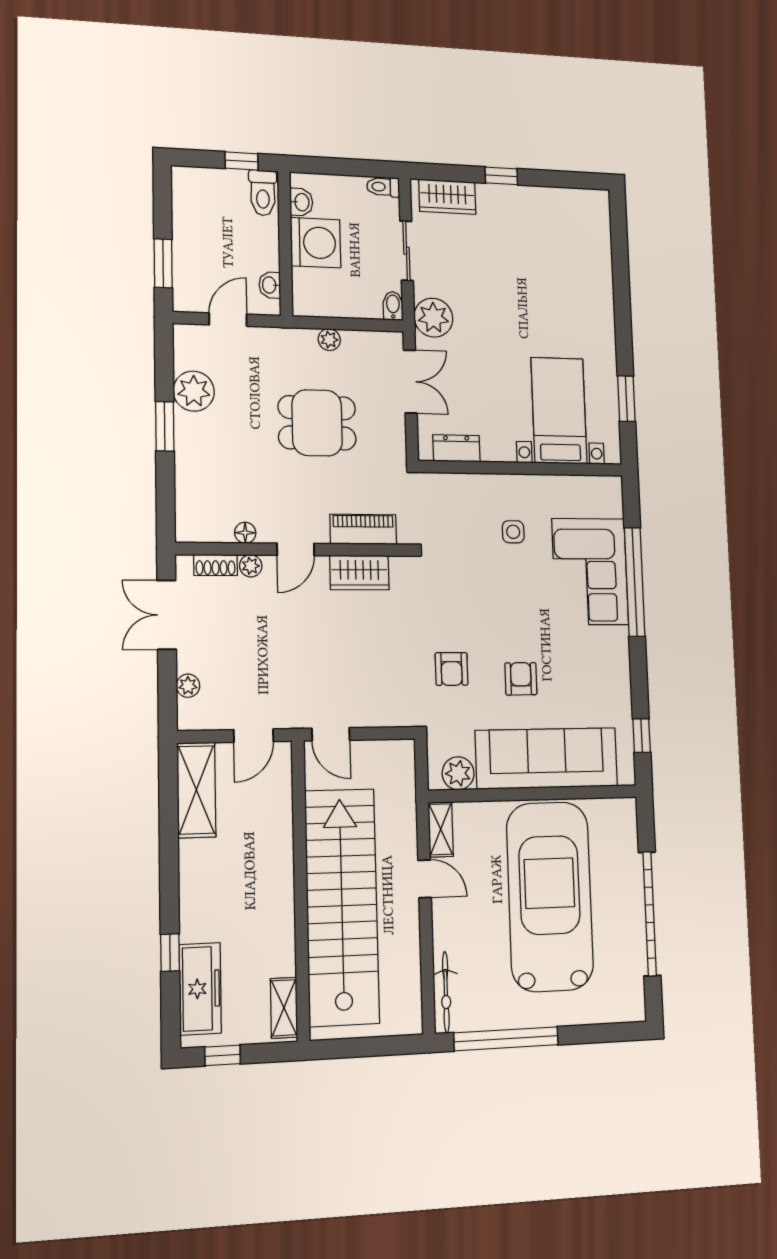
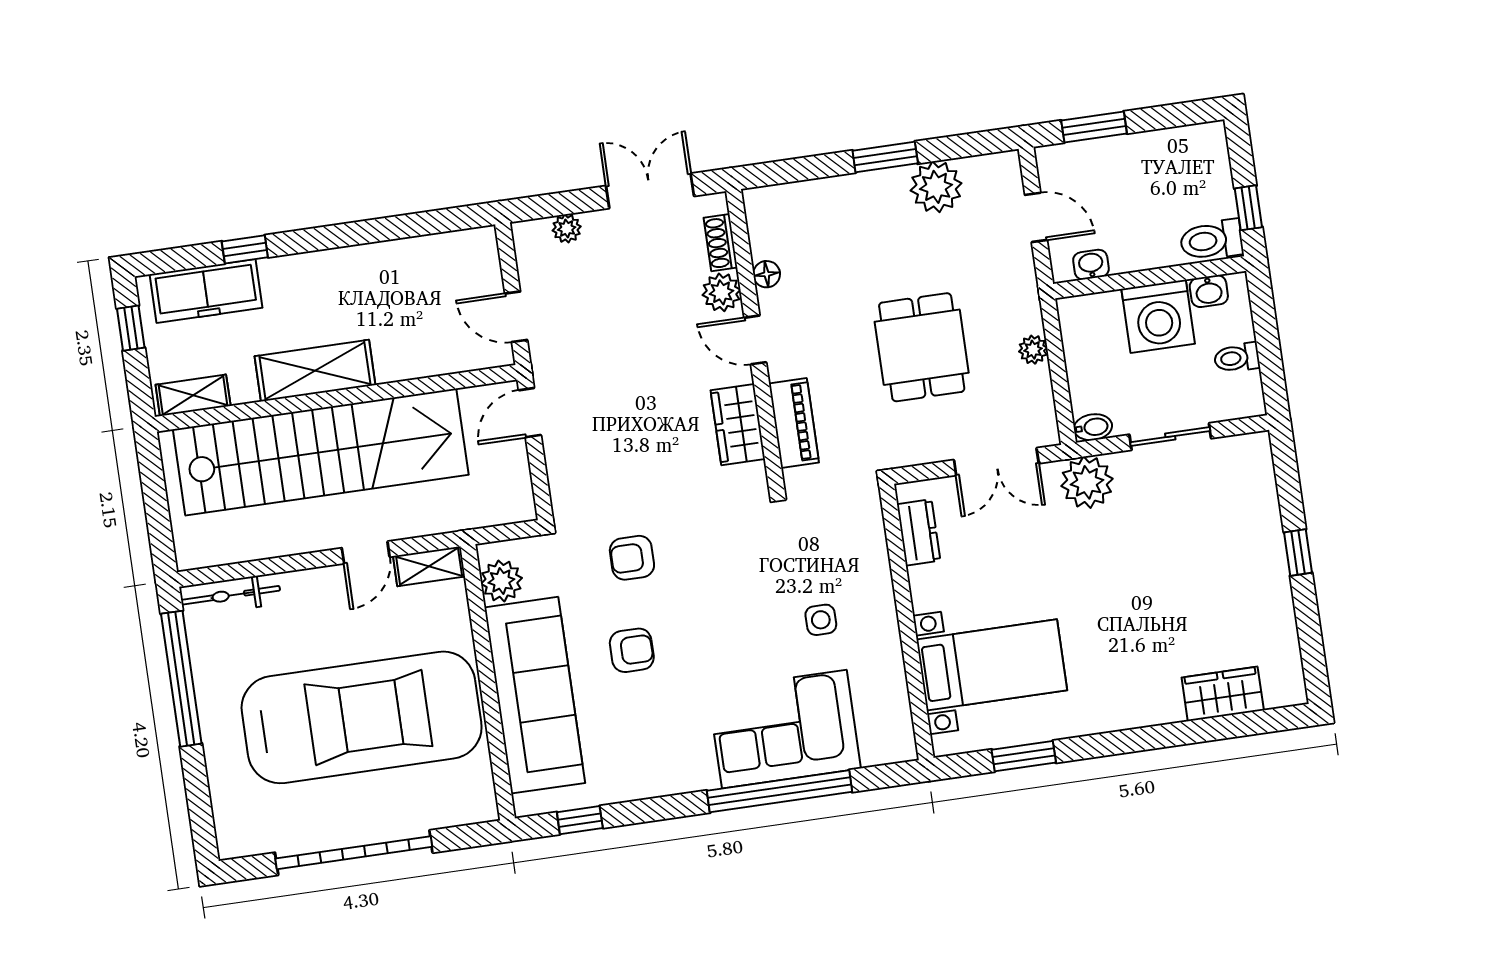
toilet: (383, 187) -> (1237, 358), moved, turned -90
wardrobe: (447, 197) -> (1223, 694), moved, turned 90
plant: (251, 566) -> (722, 292), width x1.38, depth x1.38
shelving: (196, 790) -> (315, 371), moved

